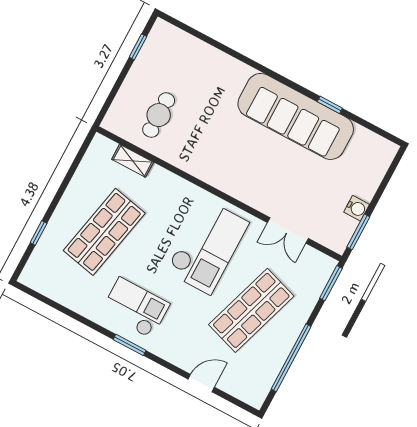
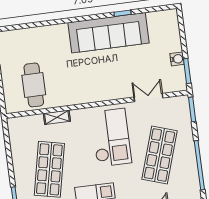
cafe table: (159, 115) -> (34, 85), width x1.37, depth x1.35
shelving: (133, 161) -> (57, 117), moved
double door: (288, 230) -> (148, 98), swing flipped

